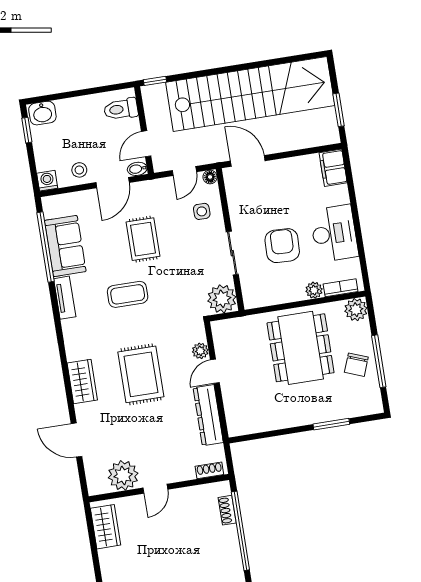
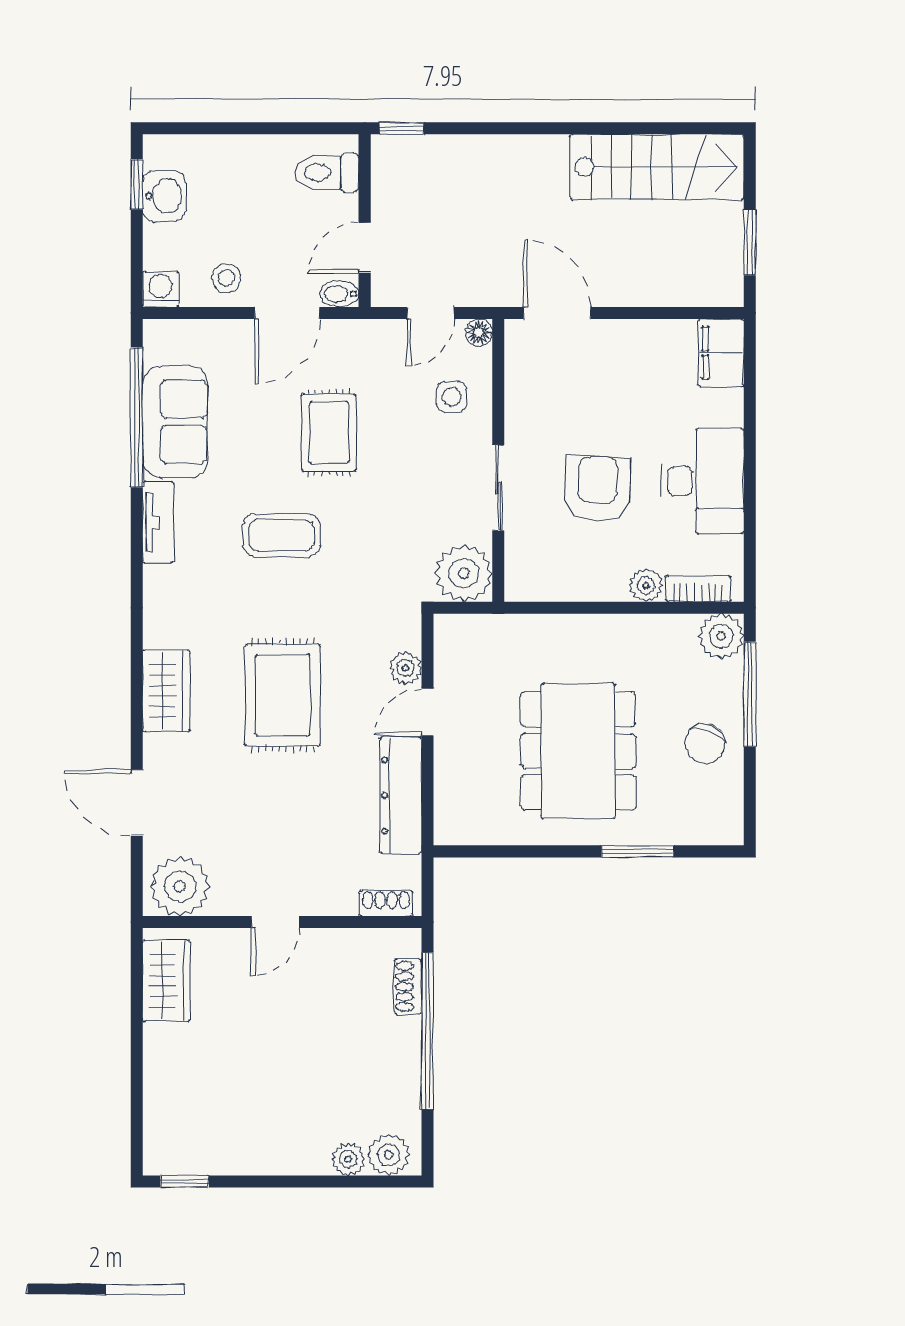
stairs: (250, 94) -> (657, 167), width x0.54, depth x0.66
washbasin: (42, 113) -> (164, 196), moved, turned -90
dining table: (301, 348) -> (578, 751), moved
window: (379, 361) -> (750, 694), moved
plant: (123, 475) -> (180, 886), moved

